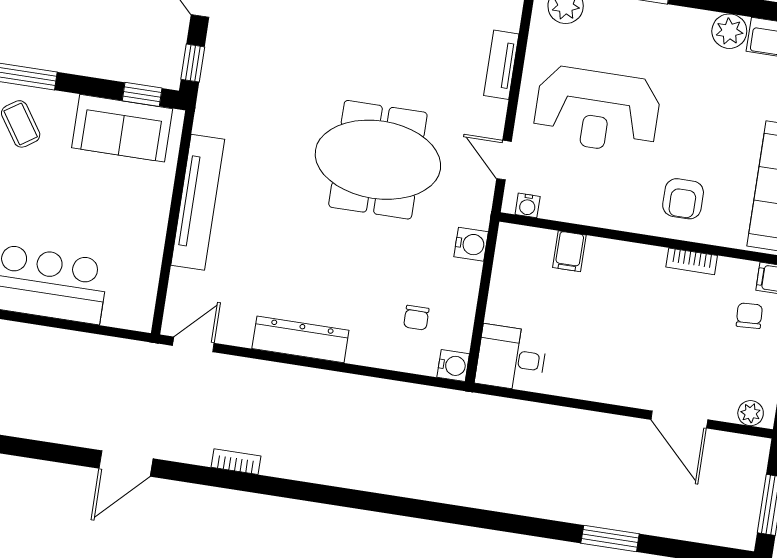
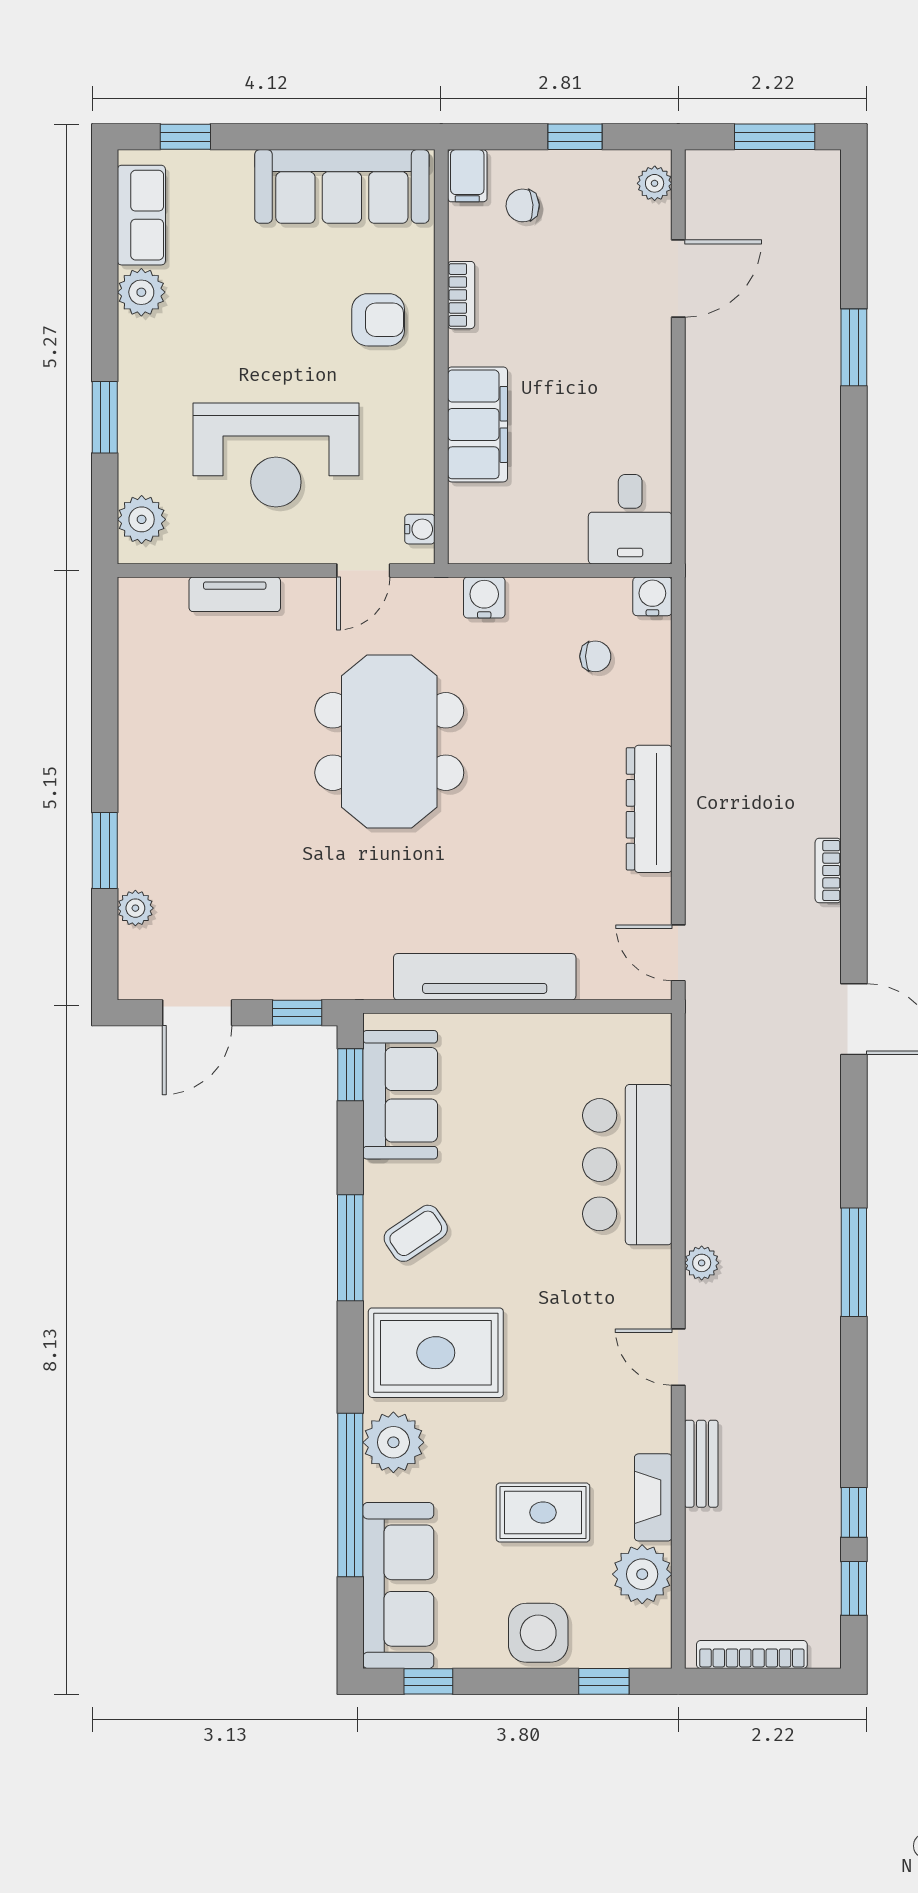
reception desk: (597, 110) -> (276, 455), turned 90
filing cabinet: (569, 251) -> (477, 424), width x3.00, depth x1.17

